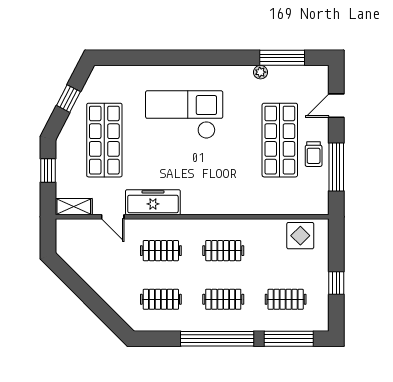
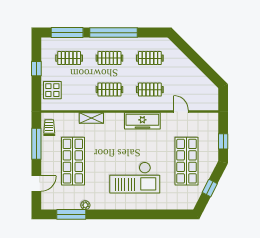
trolley: (314, 154) -> (49, 128), moved
freezer: (153, 202) -> (142, 121), moved
shelving: (74, 207) -> (91, 118), moved
display table: (300, 236) -> (52, 90), moved

